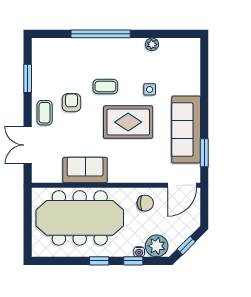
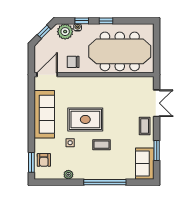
armchair: (71, 103) -> (44, 160), moved
window: (204, 153) -> (31, 162), moved
sofa: (85, 170) -> (145, 164), moved, turned 90

